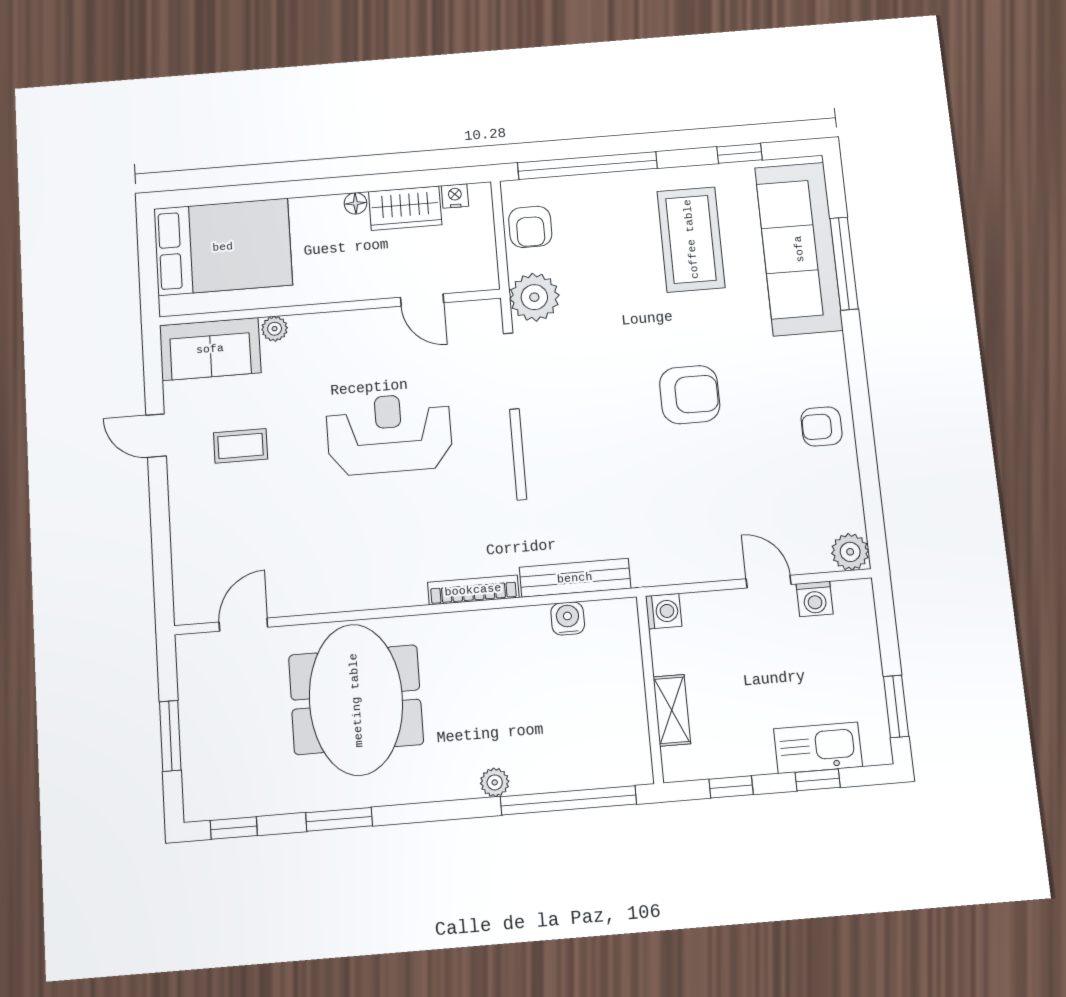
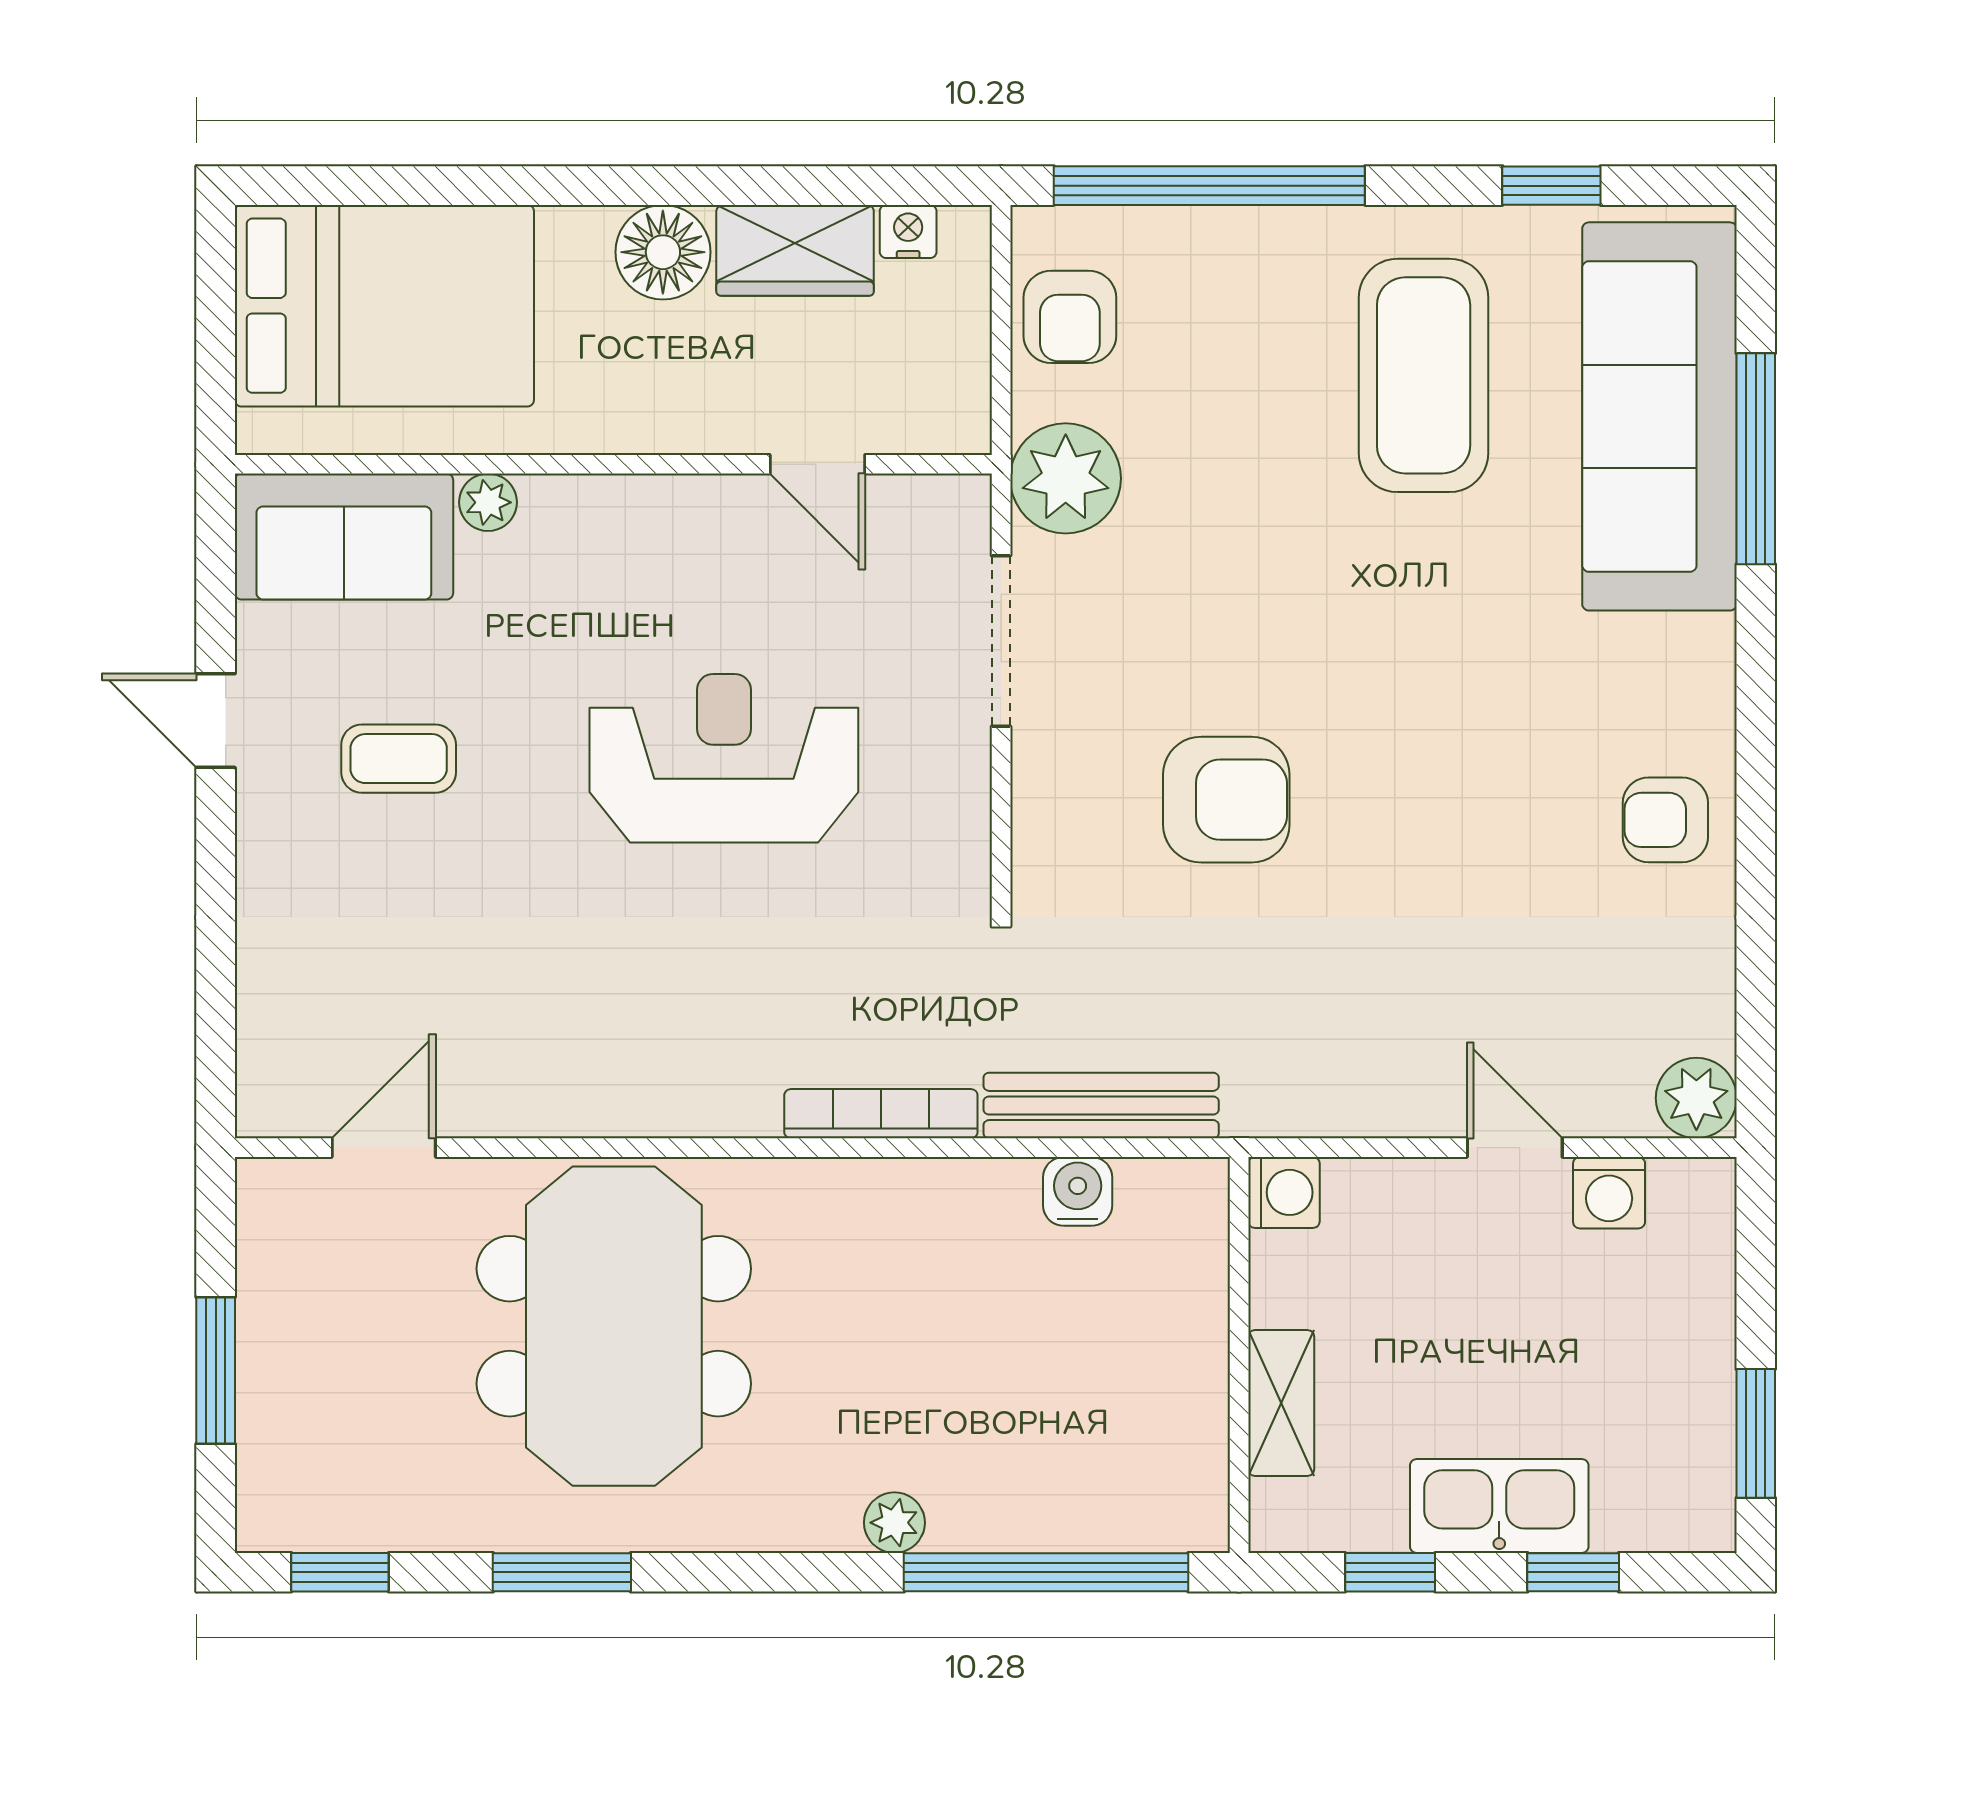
floor lamp: (355, 203) -> (663, 252), width x1.89, depth x1.89
armchair: (690, 395) -> (1226, 800), moved
kitchen sink: (818, 748) -> (1499, 1506), moved

